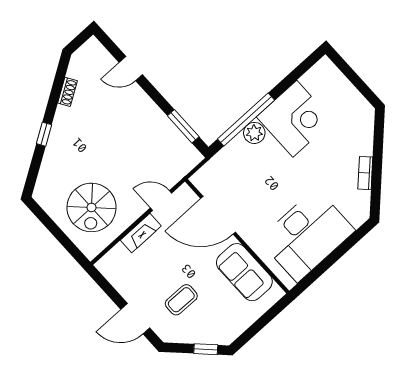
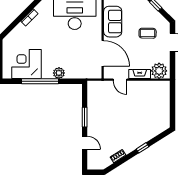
corner desk: (295, 119) -> (26, 64), moved
window: (246, 120) -> (40, 81), moved
window: (183, 126) -> (85, 117), moved
spiral stairs: (92, 207) -> (150, 102), removed
plant: (118, 262) -> (159, 71), added

